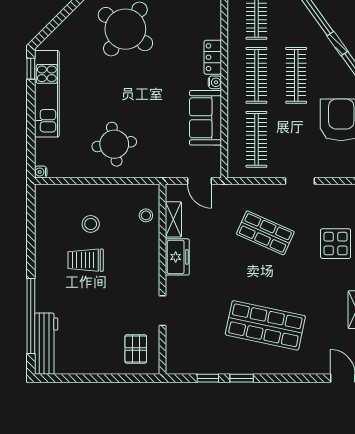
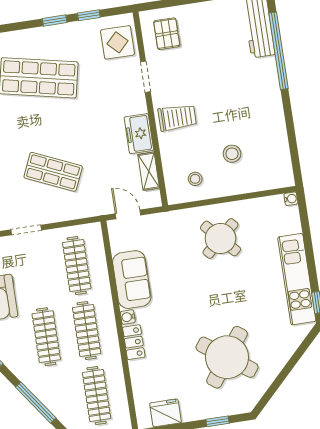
round table: (114, 144) -> (220, 238), turned -34
stool: (146, 215) -> (195, 179), moved
trolley: (86, 260) -> (177, 118), moved
display table: (184, 348) -> (117, 42), added

